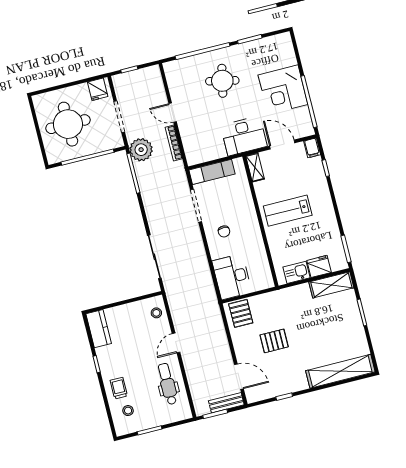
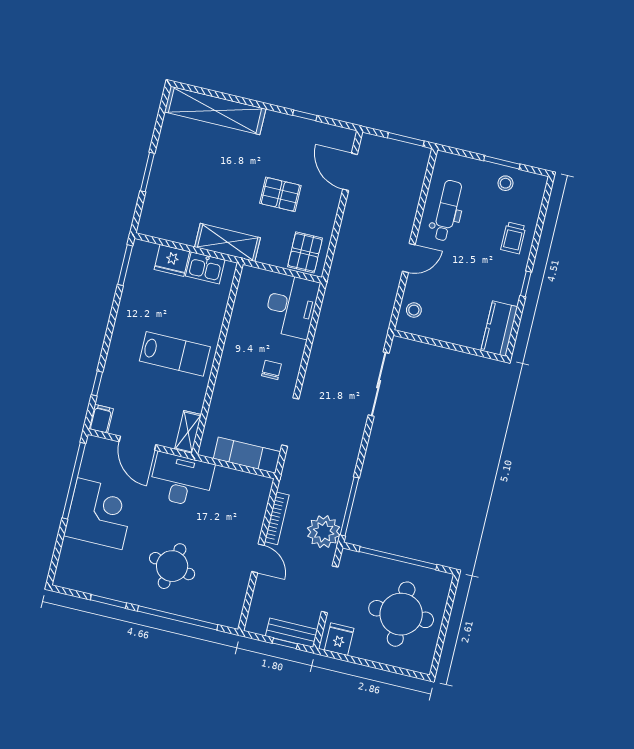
shelving: (331, 285) -> (228, 242), moved
dental chair: (168, 384) -> (447, 211), turned 180
bench: (226, 403) -> (292, 633), moved
stool: (128, 411) -> (505, 183), moved

